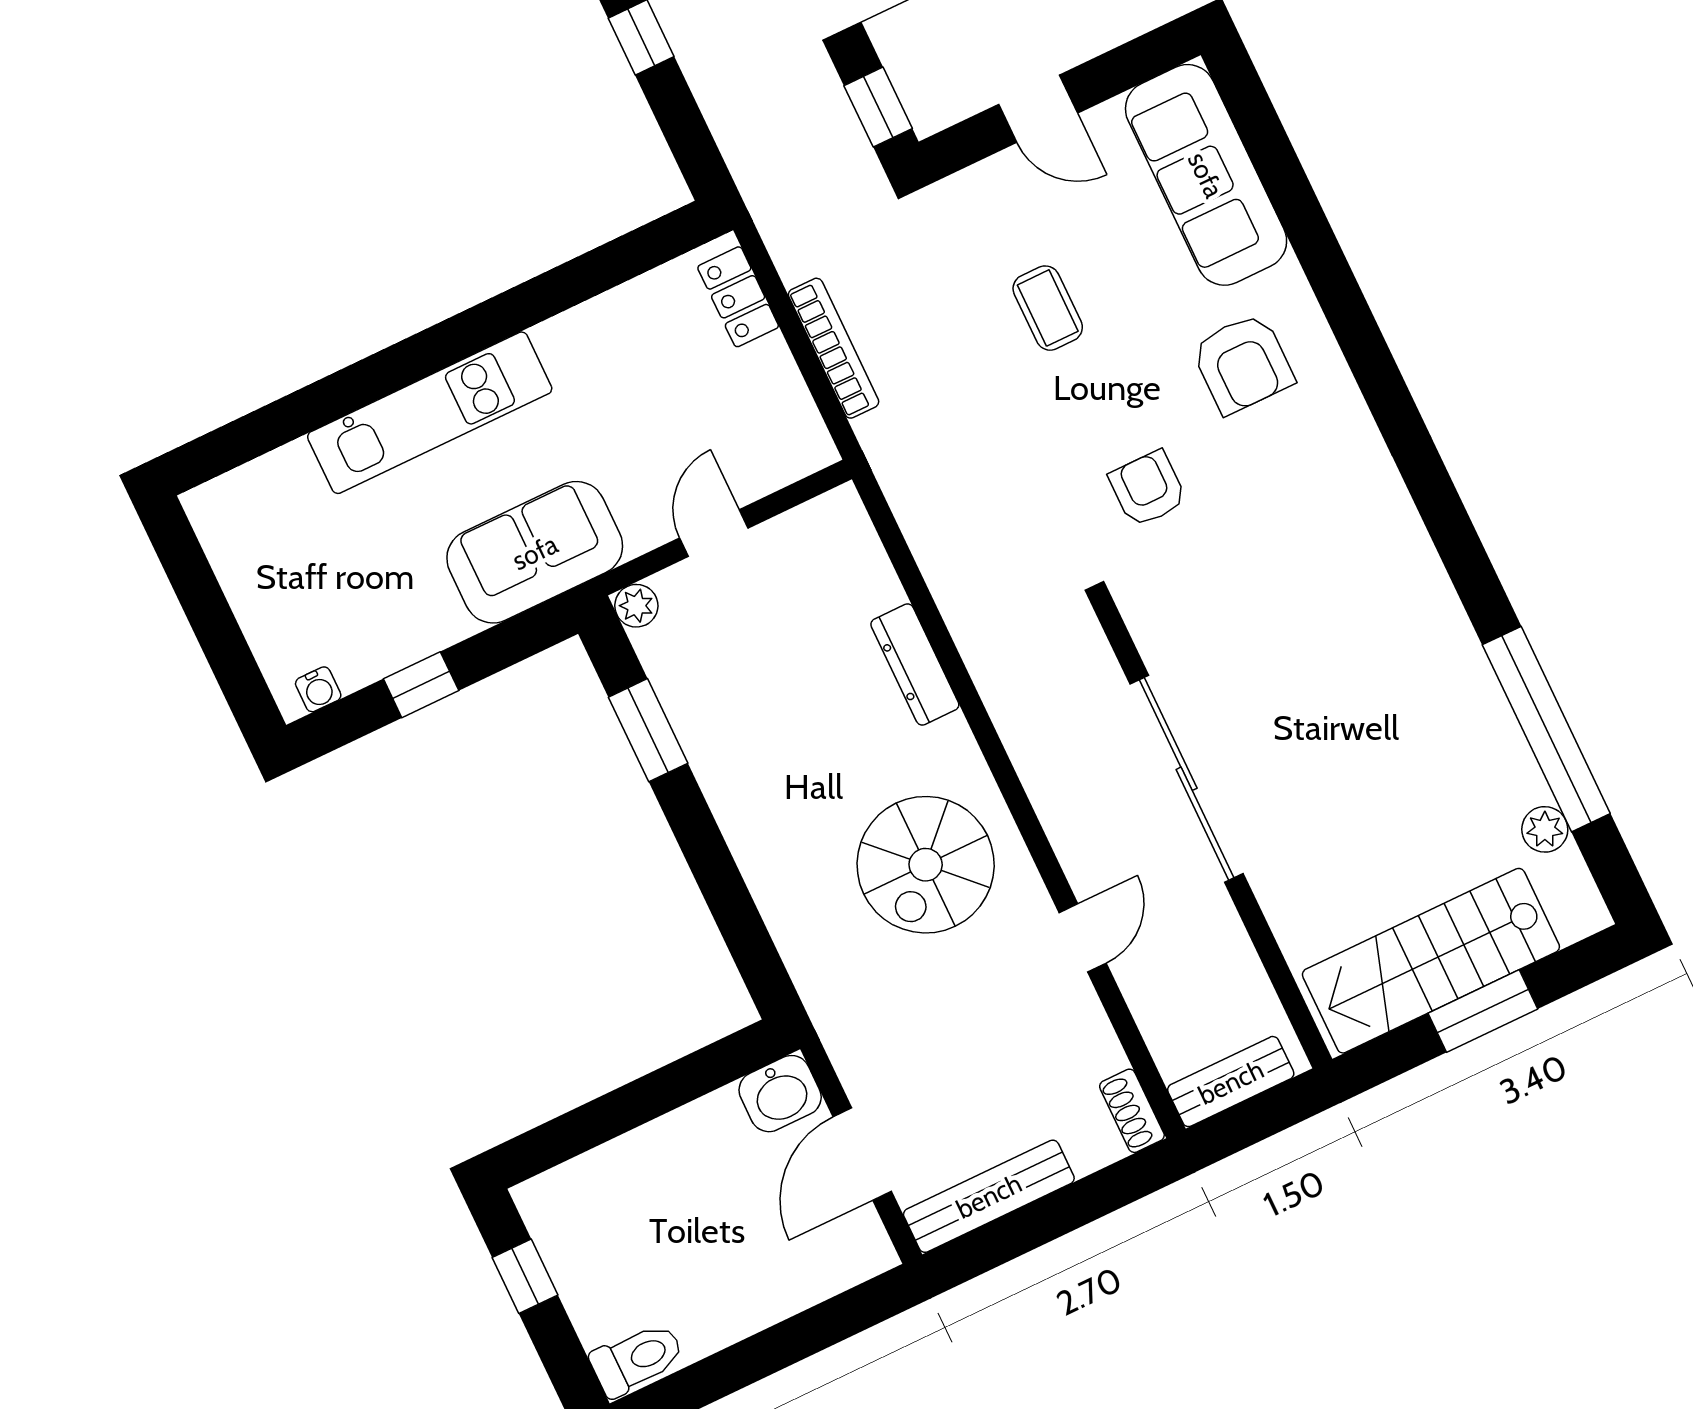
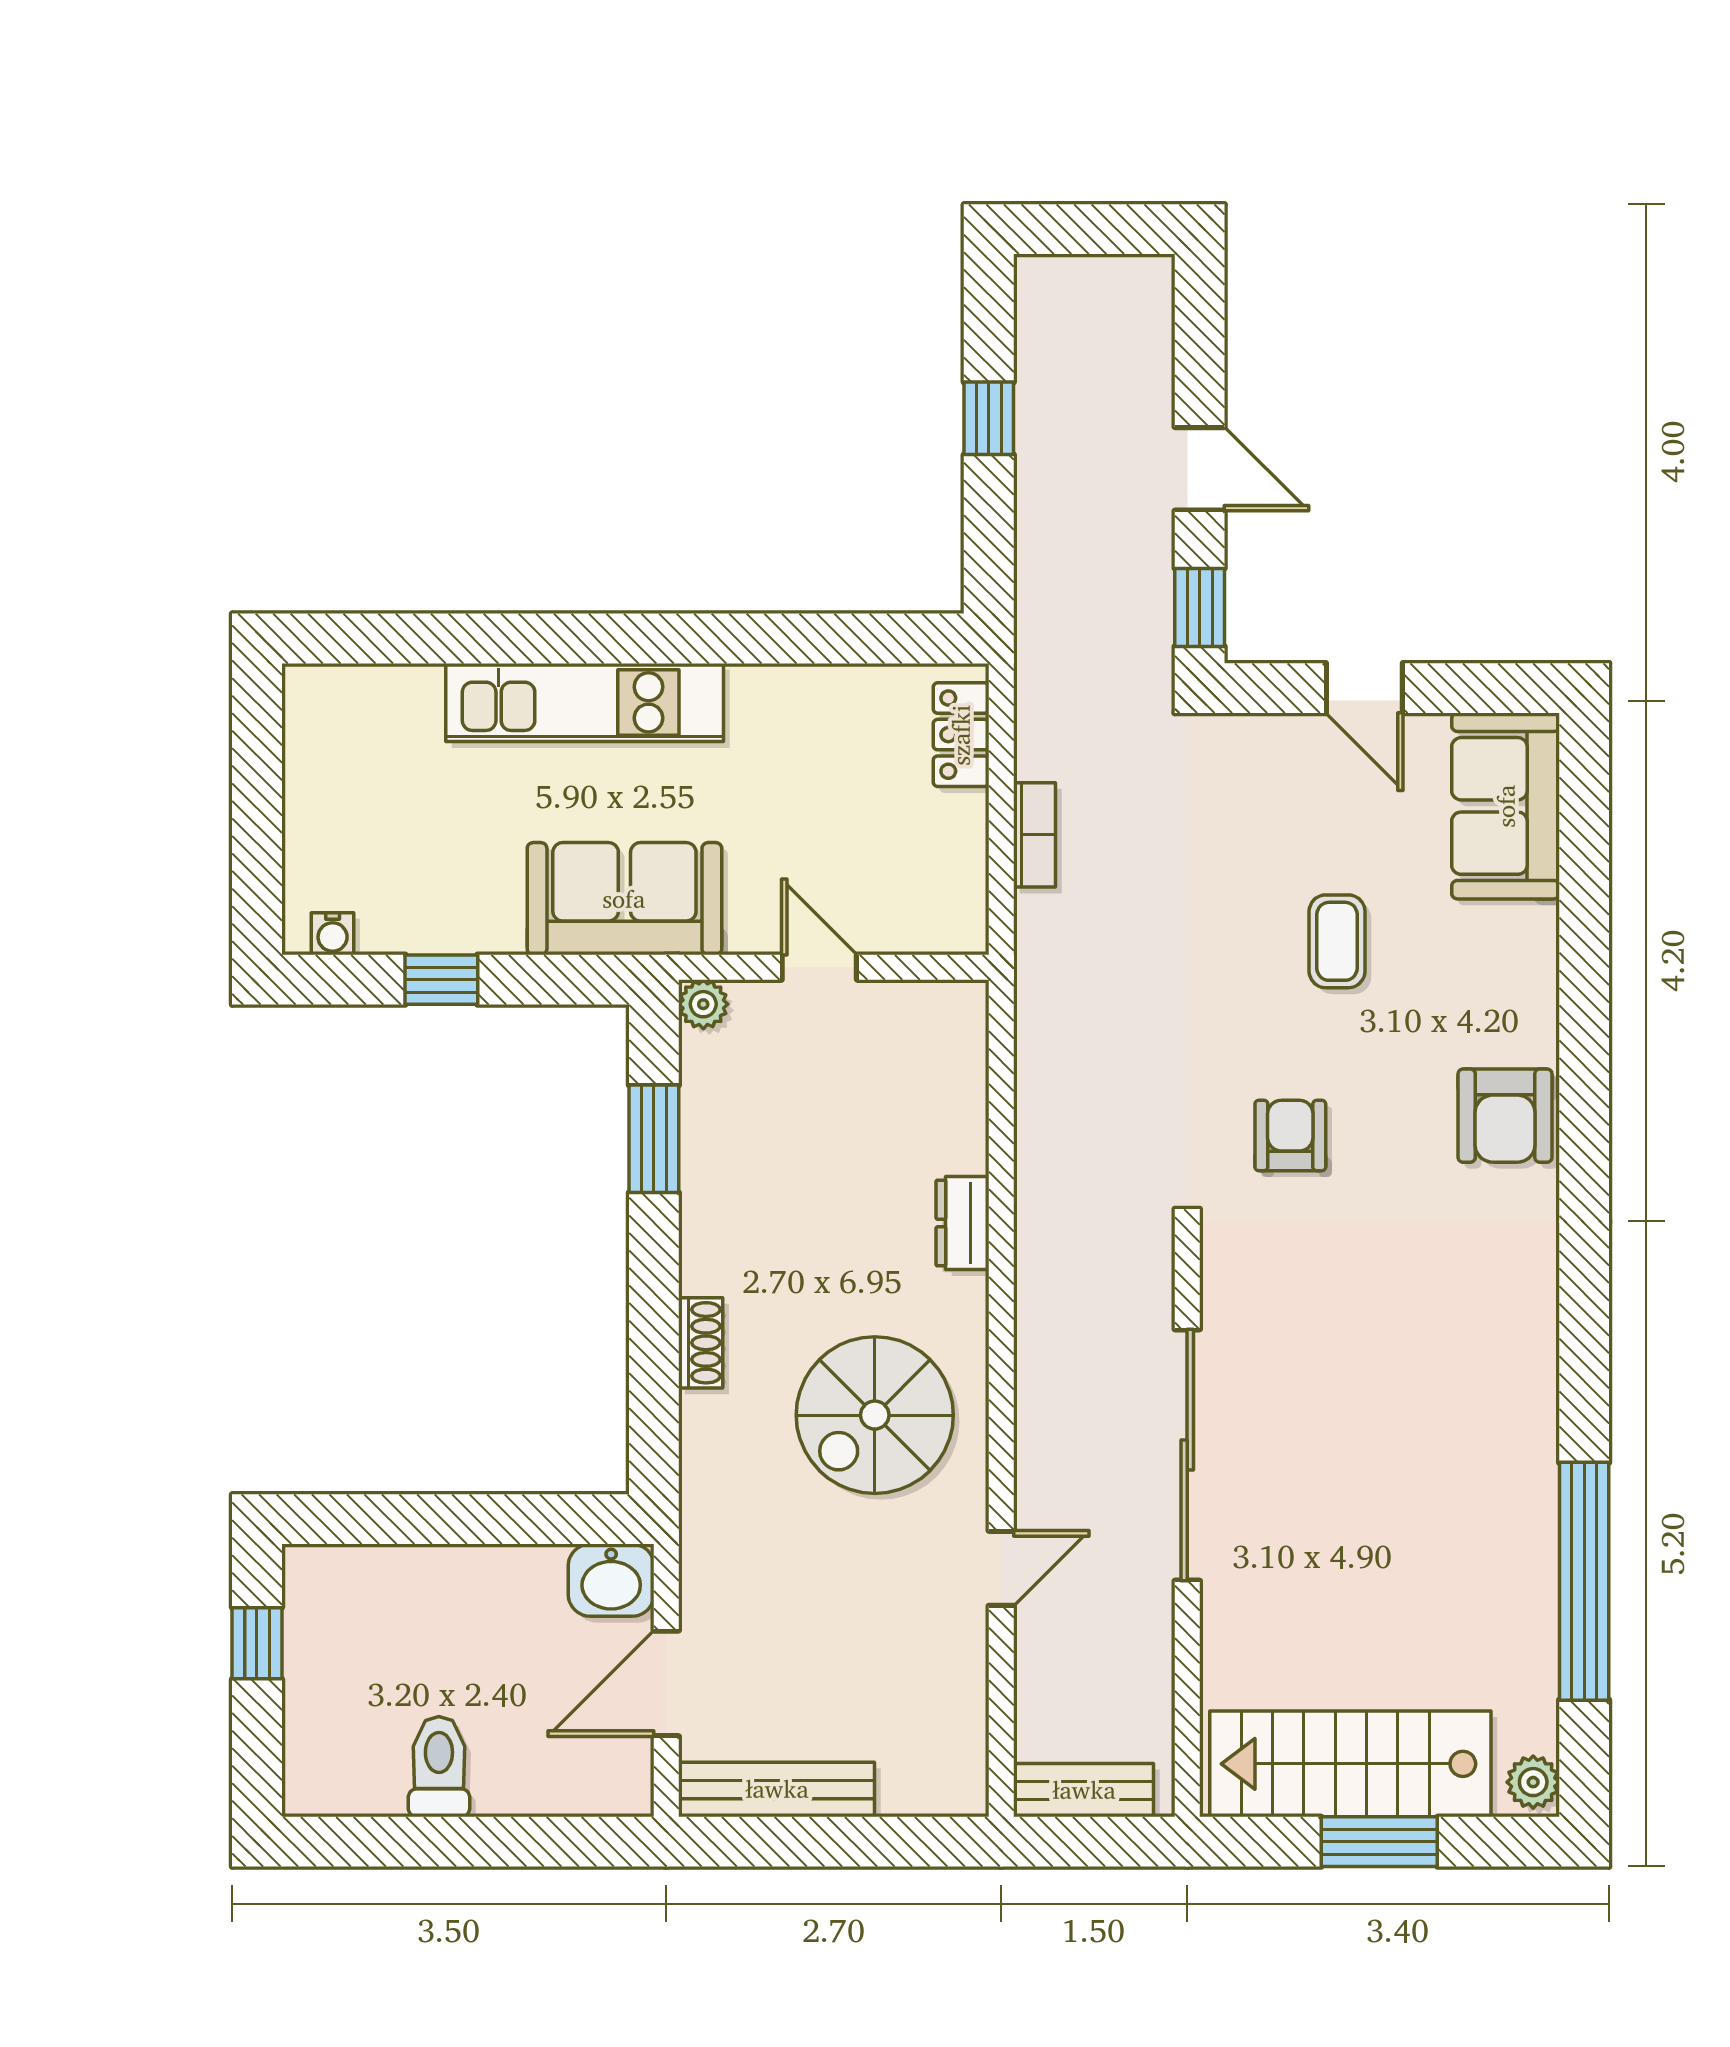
sofa: (1206, 175) -> (1506, 806), width x0.73
coffee table: (1048, 308) -> (1337, 941), moved
bookcase: (834, 348) -> (1034, 835), width x0.64
armchair: (1243, 364) -> (1505, 1116), moved
door: (714, 533) -> (819, 967), hinge flipped
dresser: (915, 665) -> (963, 1223), width x0.70
plant: (1545, 829) -> (1533, 1782), moved
shoe rack: (1132, 1111) -> (701, 1343), moved, turned 180
toilet: (637, 1359) -> (439, 1767), moved, turned -90

